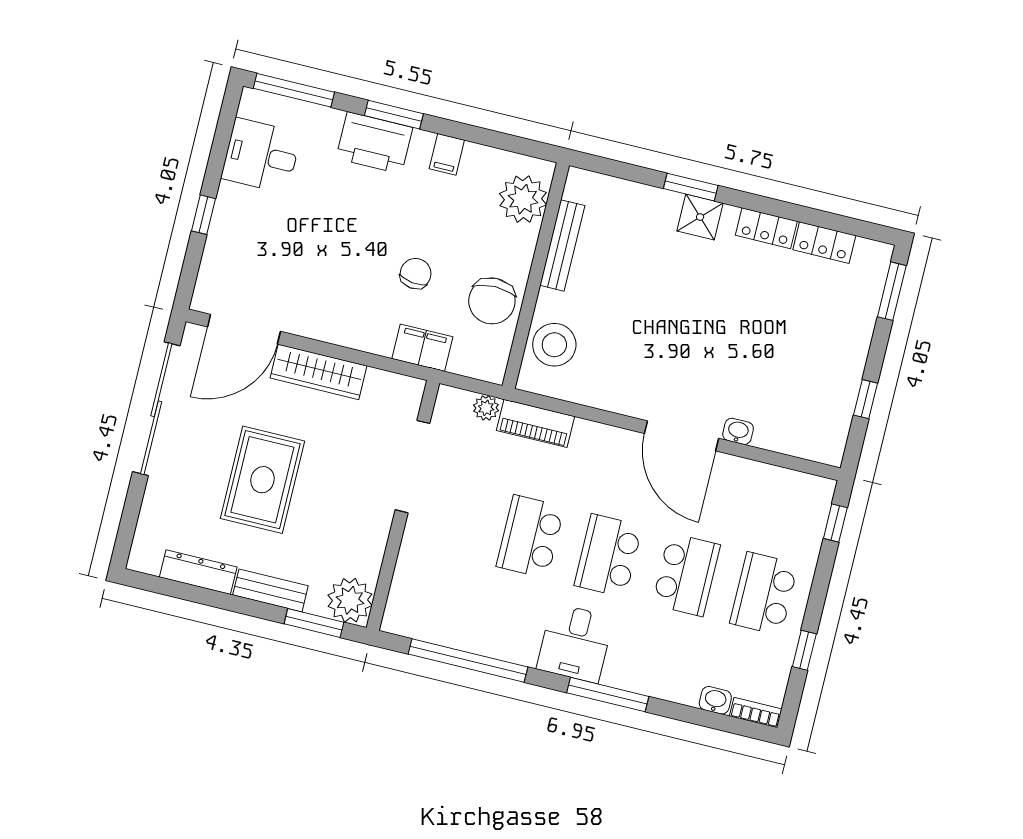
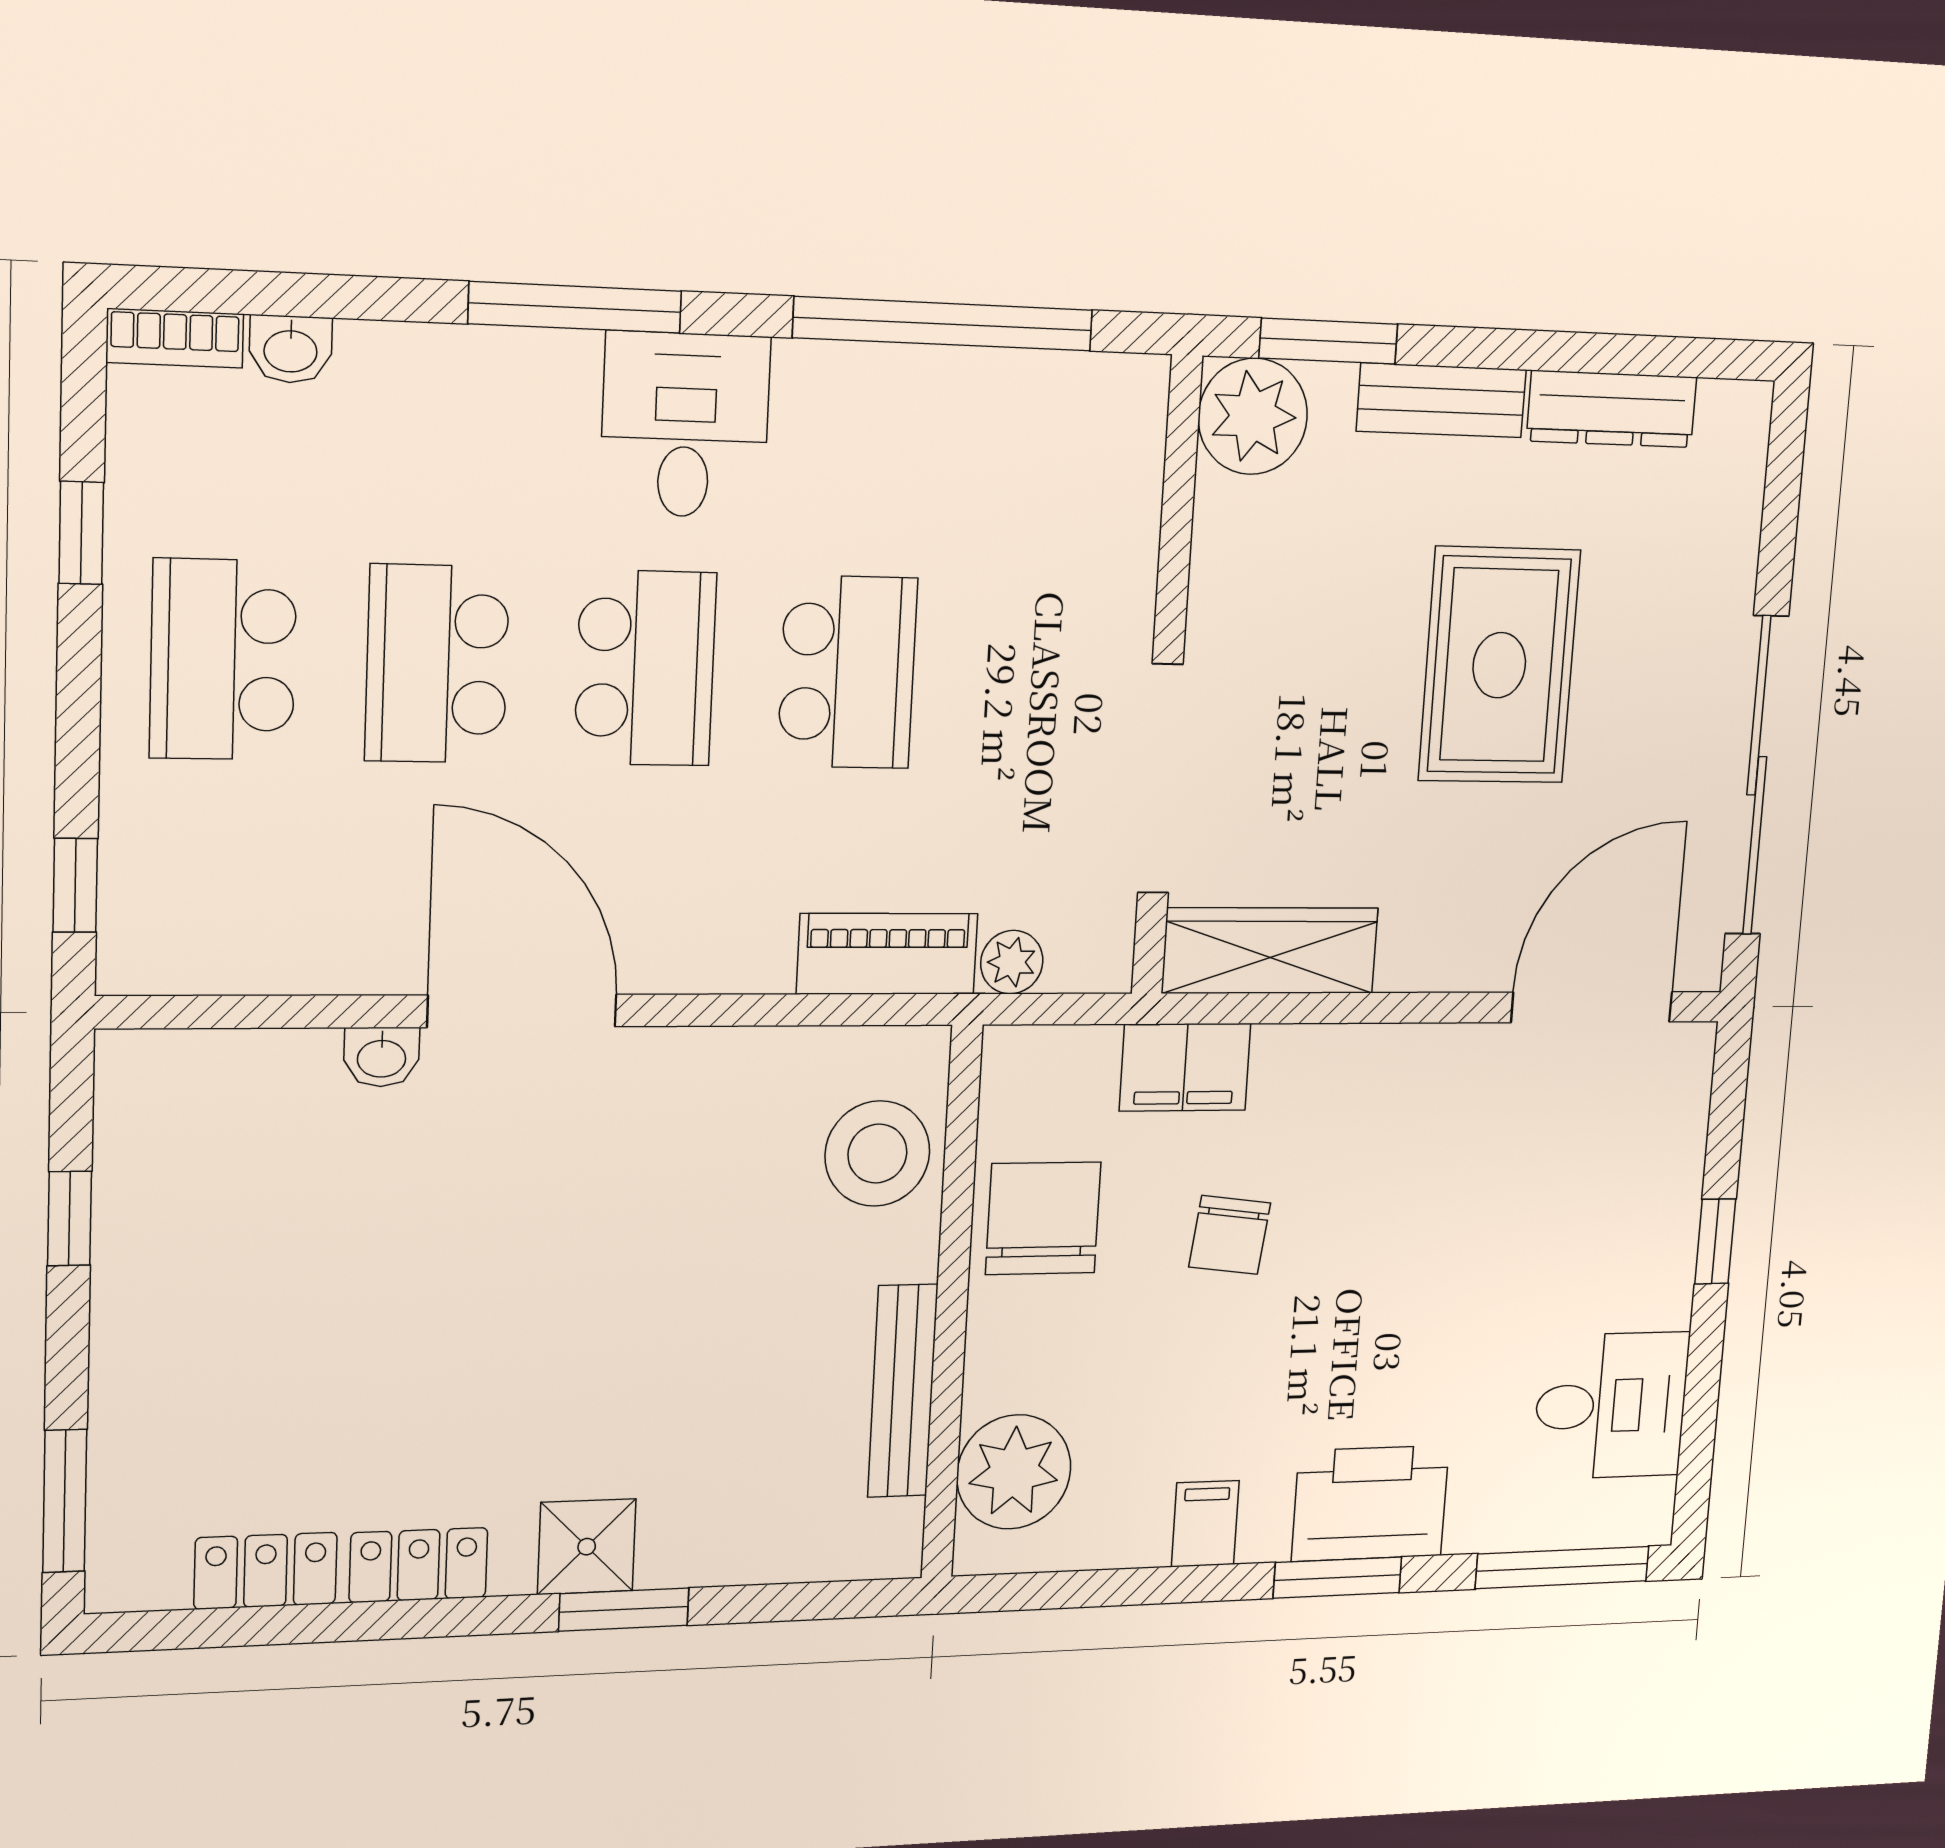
wardrobe: (318, 372) -> (1270, 951), moved
school desk: (764, 594) -> (223, 660), turned 180

